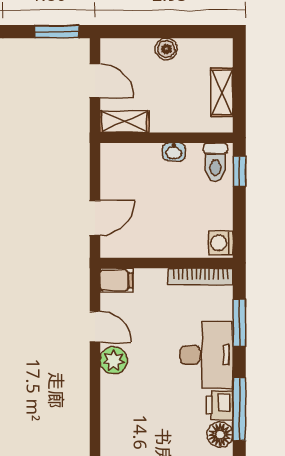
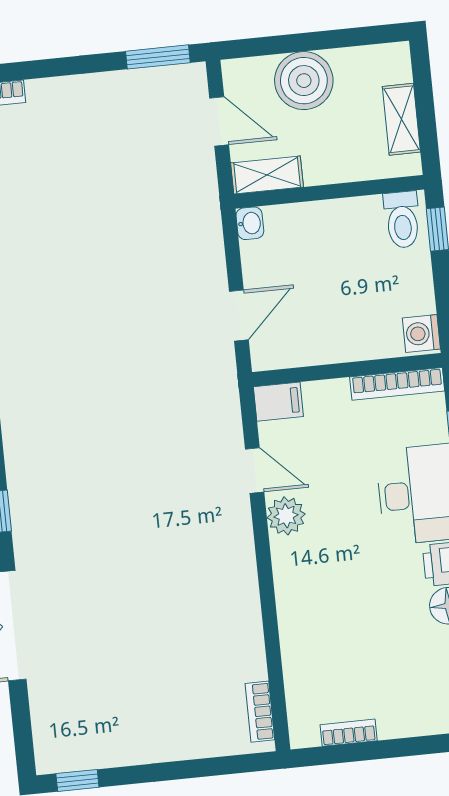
boiler: (166, 49) -> (304, 81), width x1.86, depth x1.86
washbasin: (174, 152) -> (250, 223), moved, turned -90

